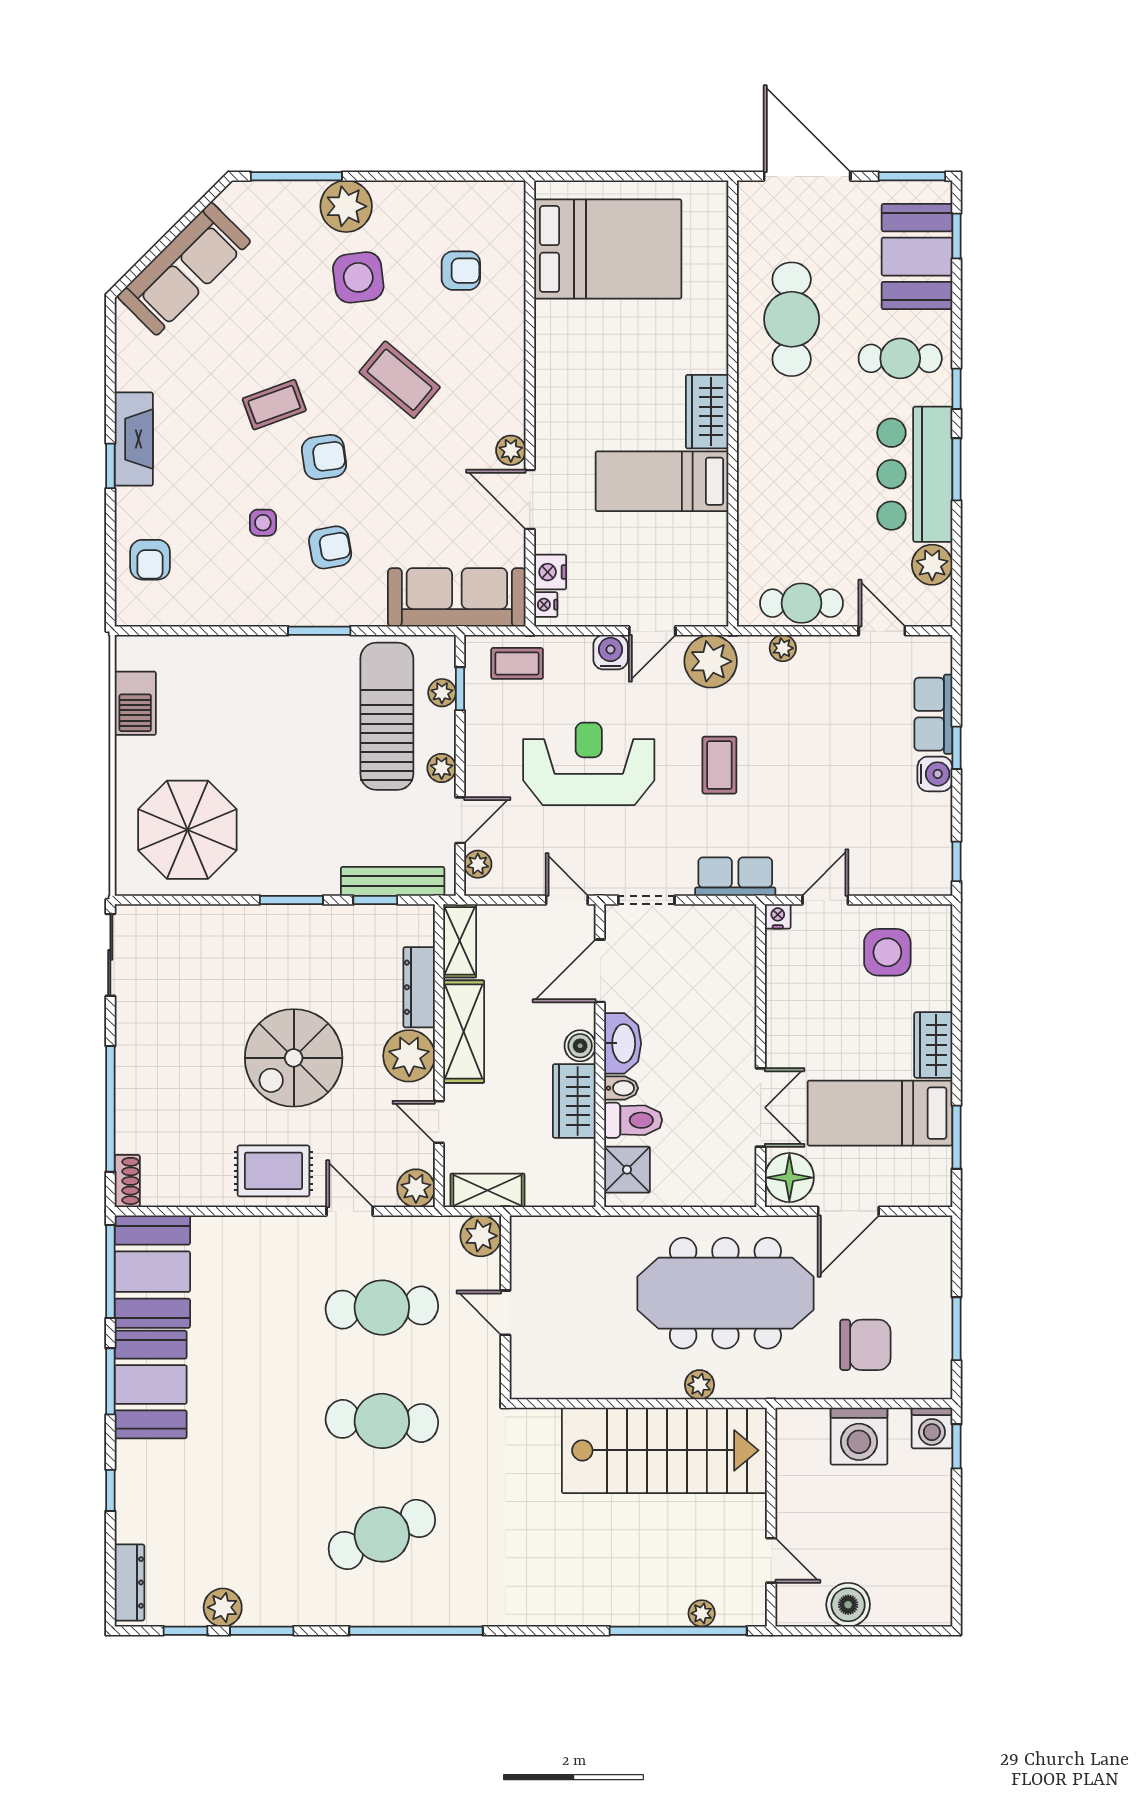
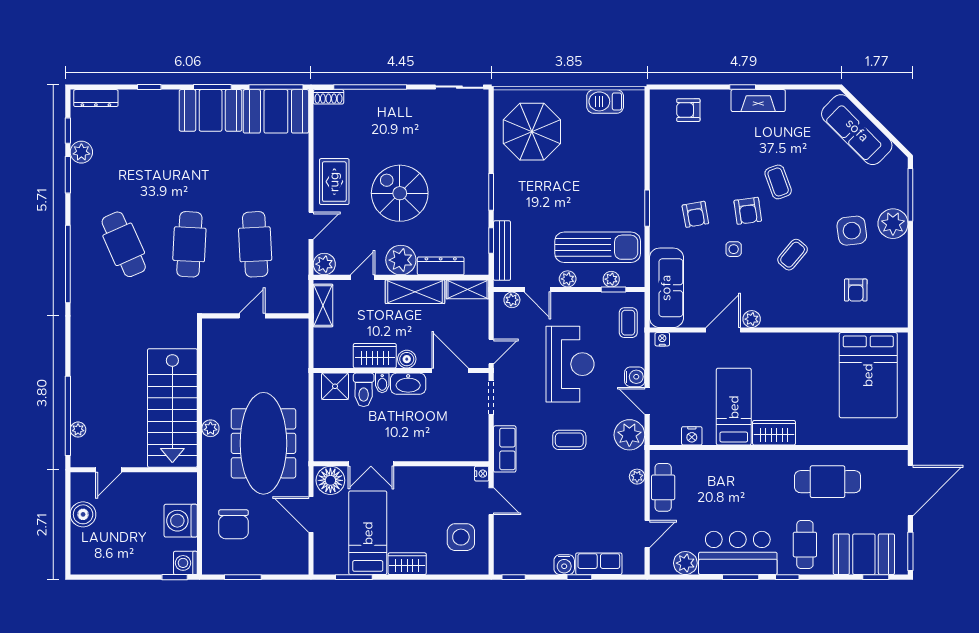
coffee table: (400, 380) -> (793, 255), width x0.73, depth x0.77
side table: (263, 523) -> (734, 249), moved
nightstand: (550, 572) -> (692, 436), moved, turned 180
plant: (481, 1236) -> (297, 302), removed

